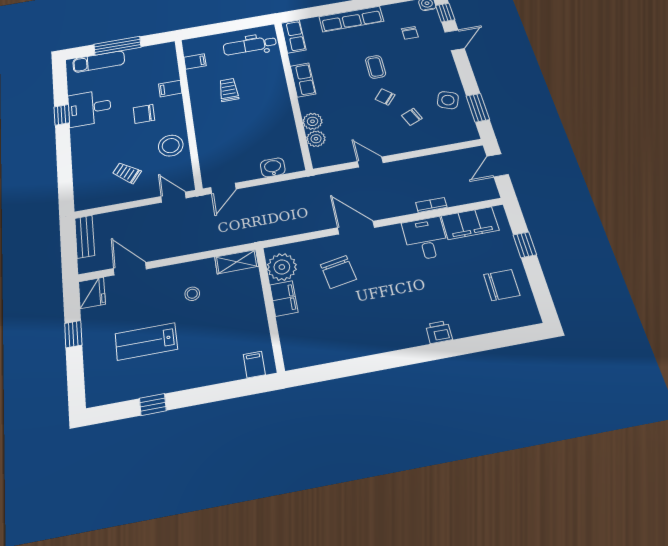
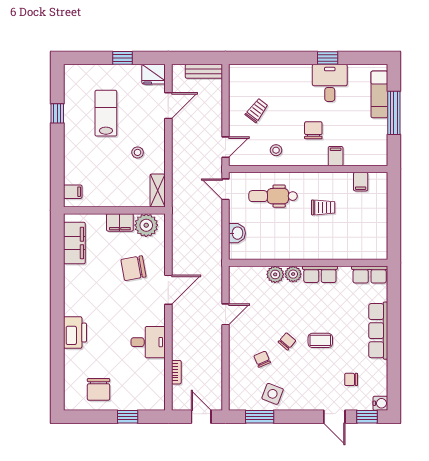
dental chair: (250, 45) -> (273, 196), moved, turned -90
plant: (316, 139) -> (293, 274), moved
stool: (171, 146) -> (276, 150), width x0.53, depth x0.53
bookcase: (431, 205) -> (176, 372), moved
filing cabinet: (470, 223) -> (74, 243), moved, turned 180
printer: (439, 332) -> (75, 333), width x1.87, depth x1.48

